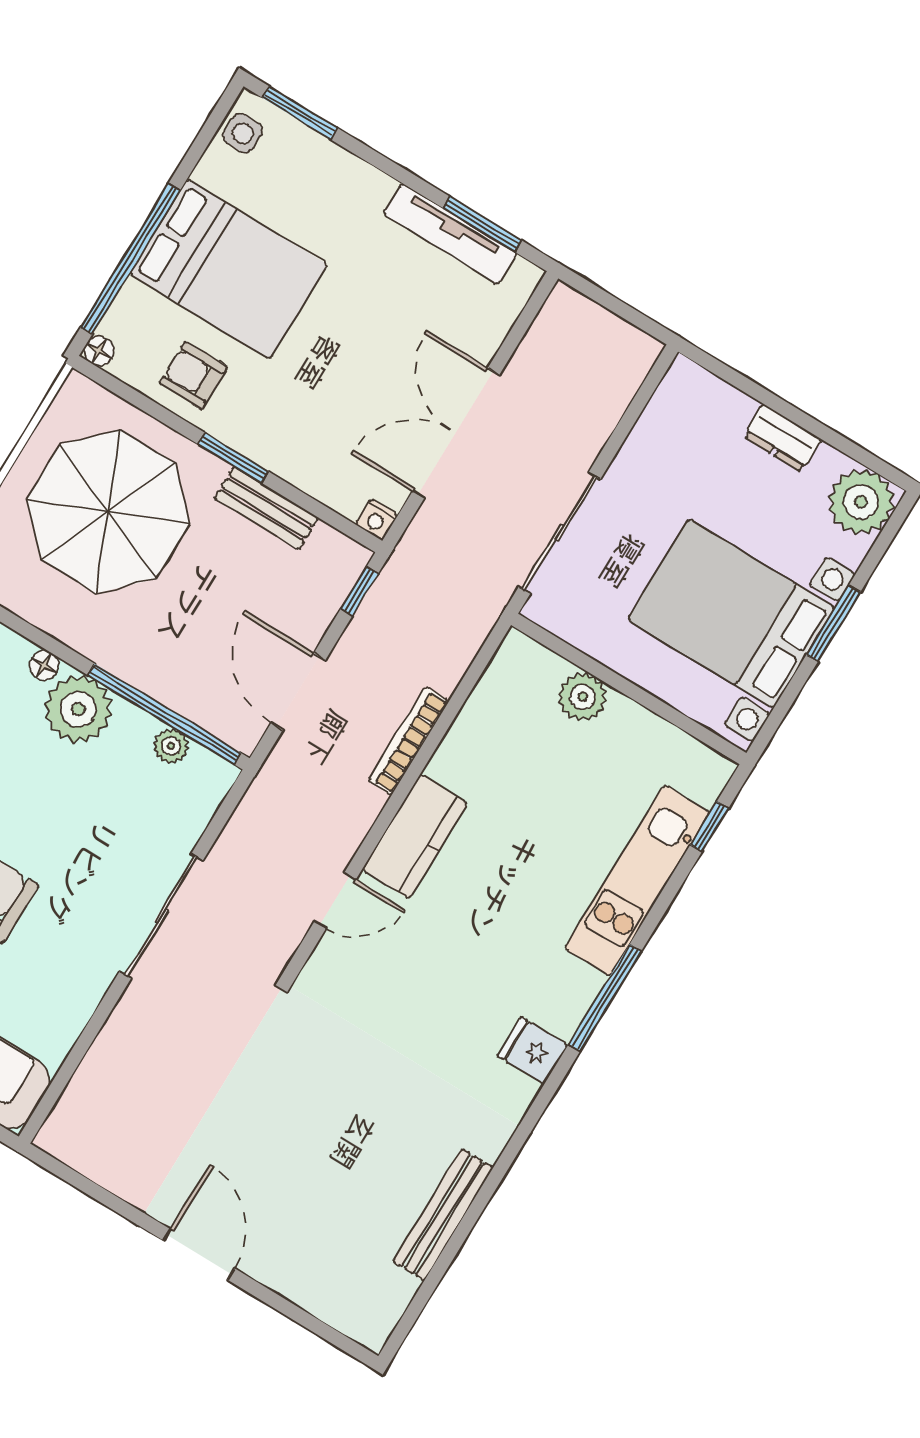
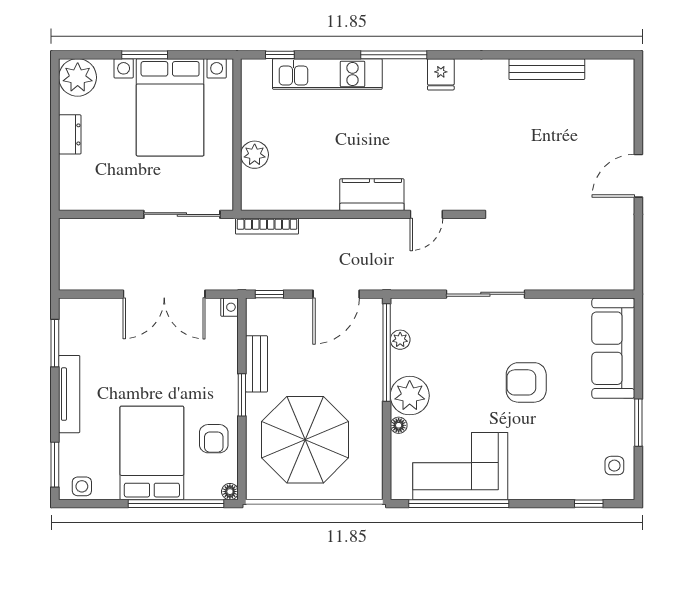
tv unit: (450, 234) -> (69, 394), moved
bookcase: (408, 741) -> (267, 226), moved
door: (335, 900) -> (426, 214), swing flipped

